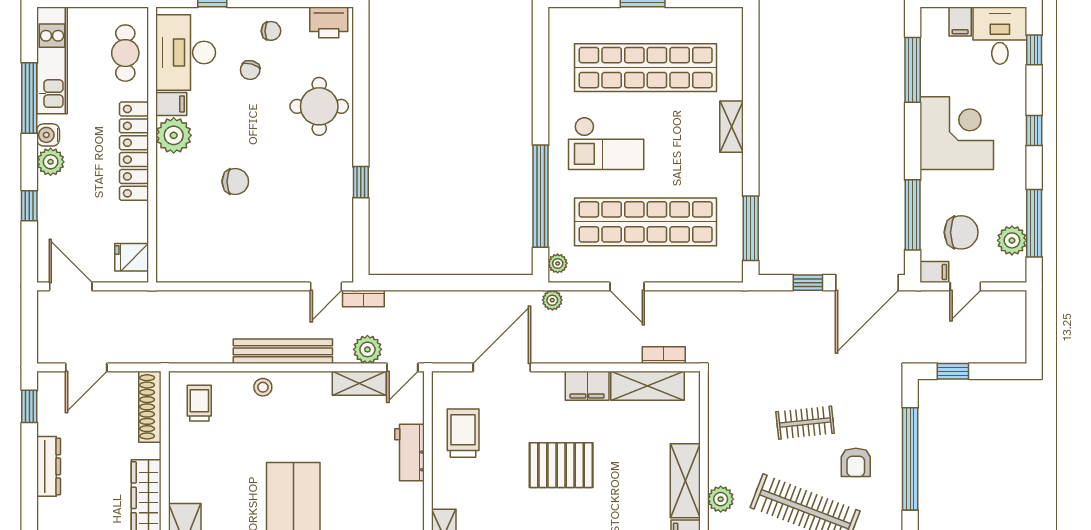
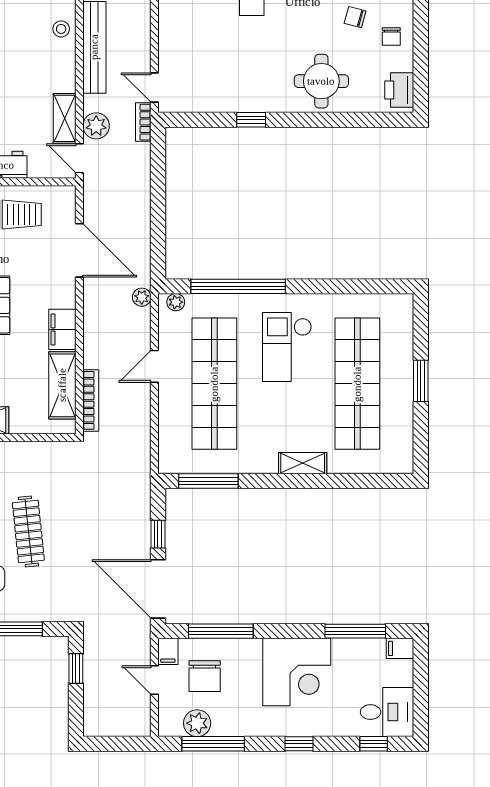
filing cabinet: (960, 21) -> (400, 648), moved
bookcase: (664, 355) -> (91, 400), width x1.56
clothes rail: (805, 423) -> (28, 531), width x1.36

